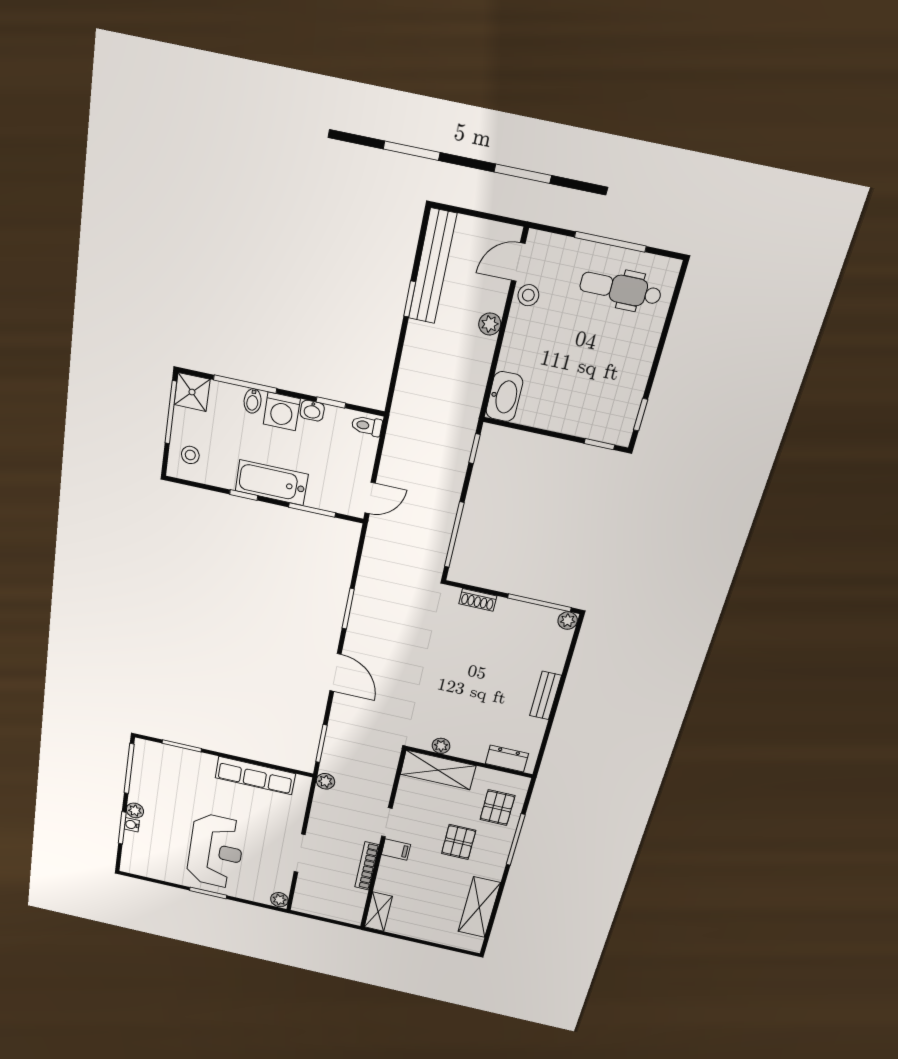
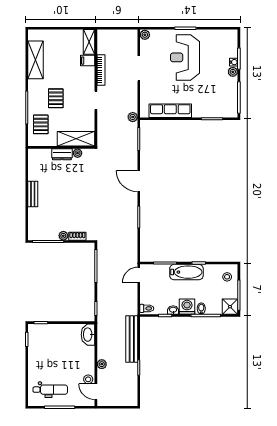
door: (518, 262) -> (96, 392), swing flipped
bench: (432, 266) -> (132, 339), moved
plant: (568, 621) -> (63, 236), moved
dresser: (507, 759) -> (62, 154), moved
filing cabinet: (396, 849) -> (88, 61), moved

